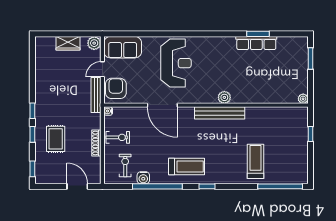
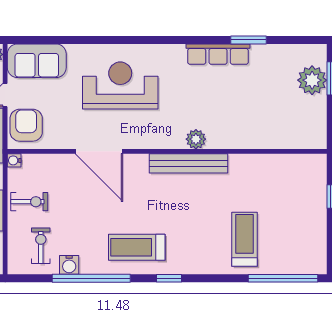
row of seats: (256, 43) -> (218, 54), moved
reception desk: (176, 63) -> (120, 86), turned -90
plant: (303, 99) -> (312, 80), moved, width x1.87, depth x1.87
treadmill: (187, 167) -> (137, 247), turned 180

